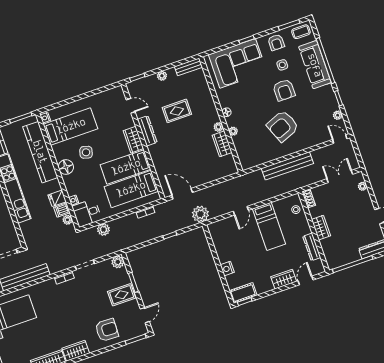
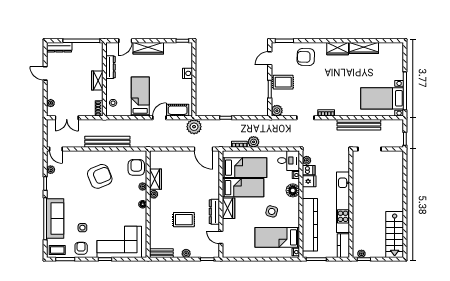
armchair: (284, 90) -> (136, 167), moved
floor lamp: (66, 167) -> (293, 190), moved
plant: (103, 230) -> (254, 142), moved
wardrobe: (284, 279) -> (148, 48), width x1.50
cot: (243, 293) -> (178, 110), moved

